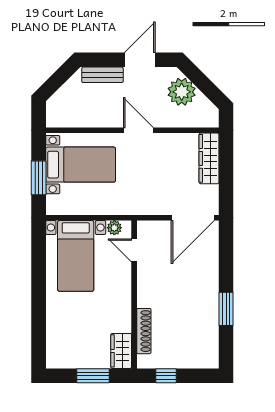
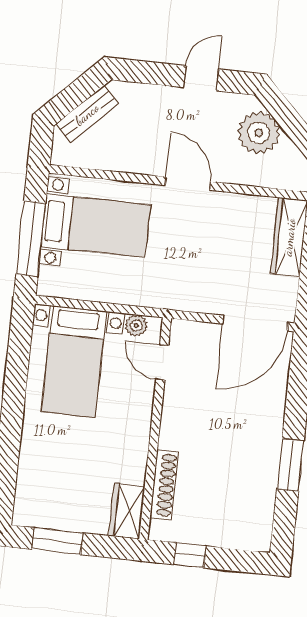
door: (140, 60) -> (201, 78), width x0.73
bench: (102, 75) -> (87, 114), moved, turned -45
window: (39, 178) -> (31, 239), width x1.44
window: (93, 376) -> (57, 541), moved

